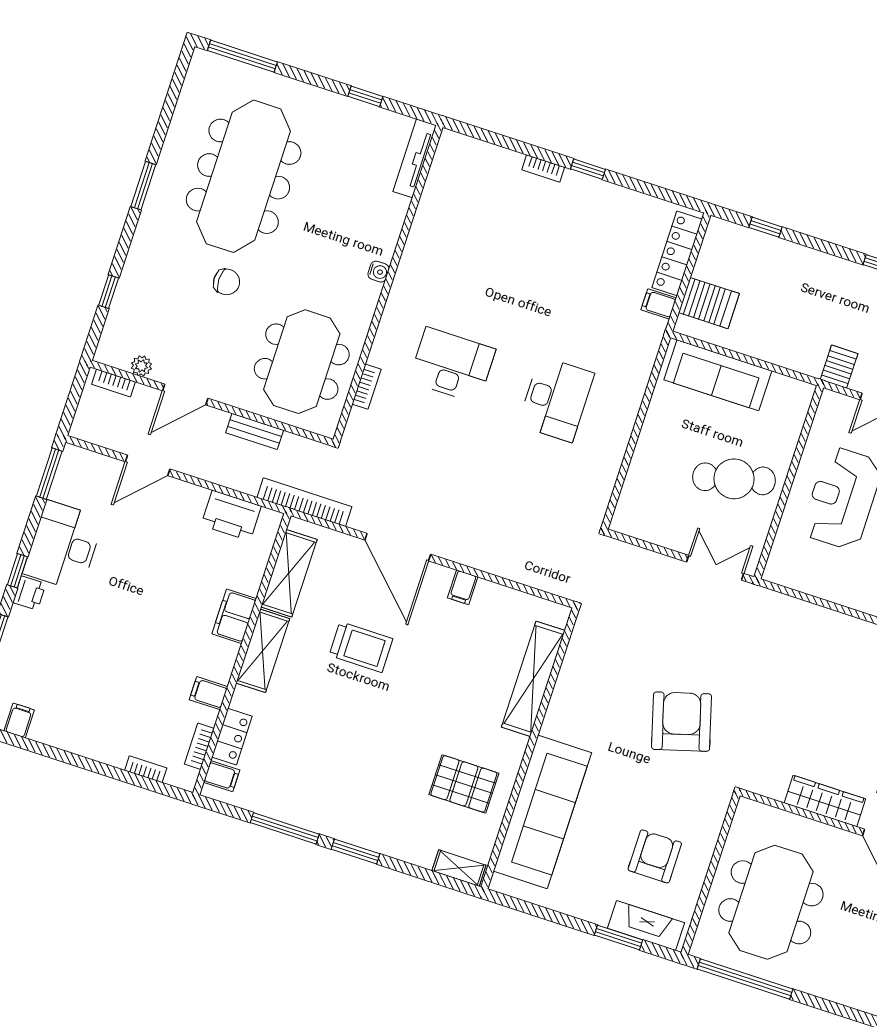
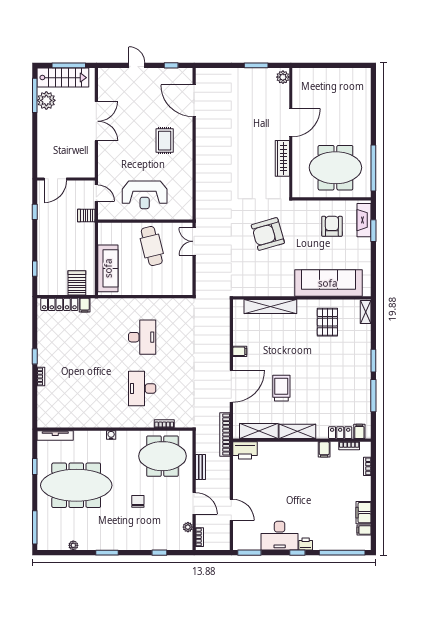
plant: (180, 122) -> (73, 545), added
meeting table: (244, 176) -> (76, 485), moved
desk: (556, 399) -> (142, 337), turned 90
printer: (231, 516) -> (245, 450), moved, turned 90
filing cabinet: (234, 616) -> (364, 513), moved, turned 90
armchair: (655, 856) -> (332, 226), turned 90

